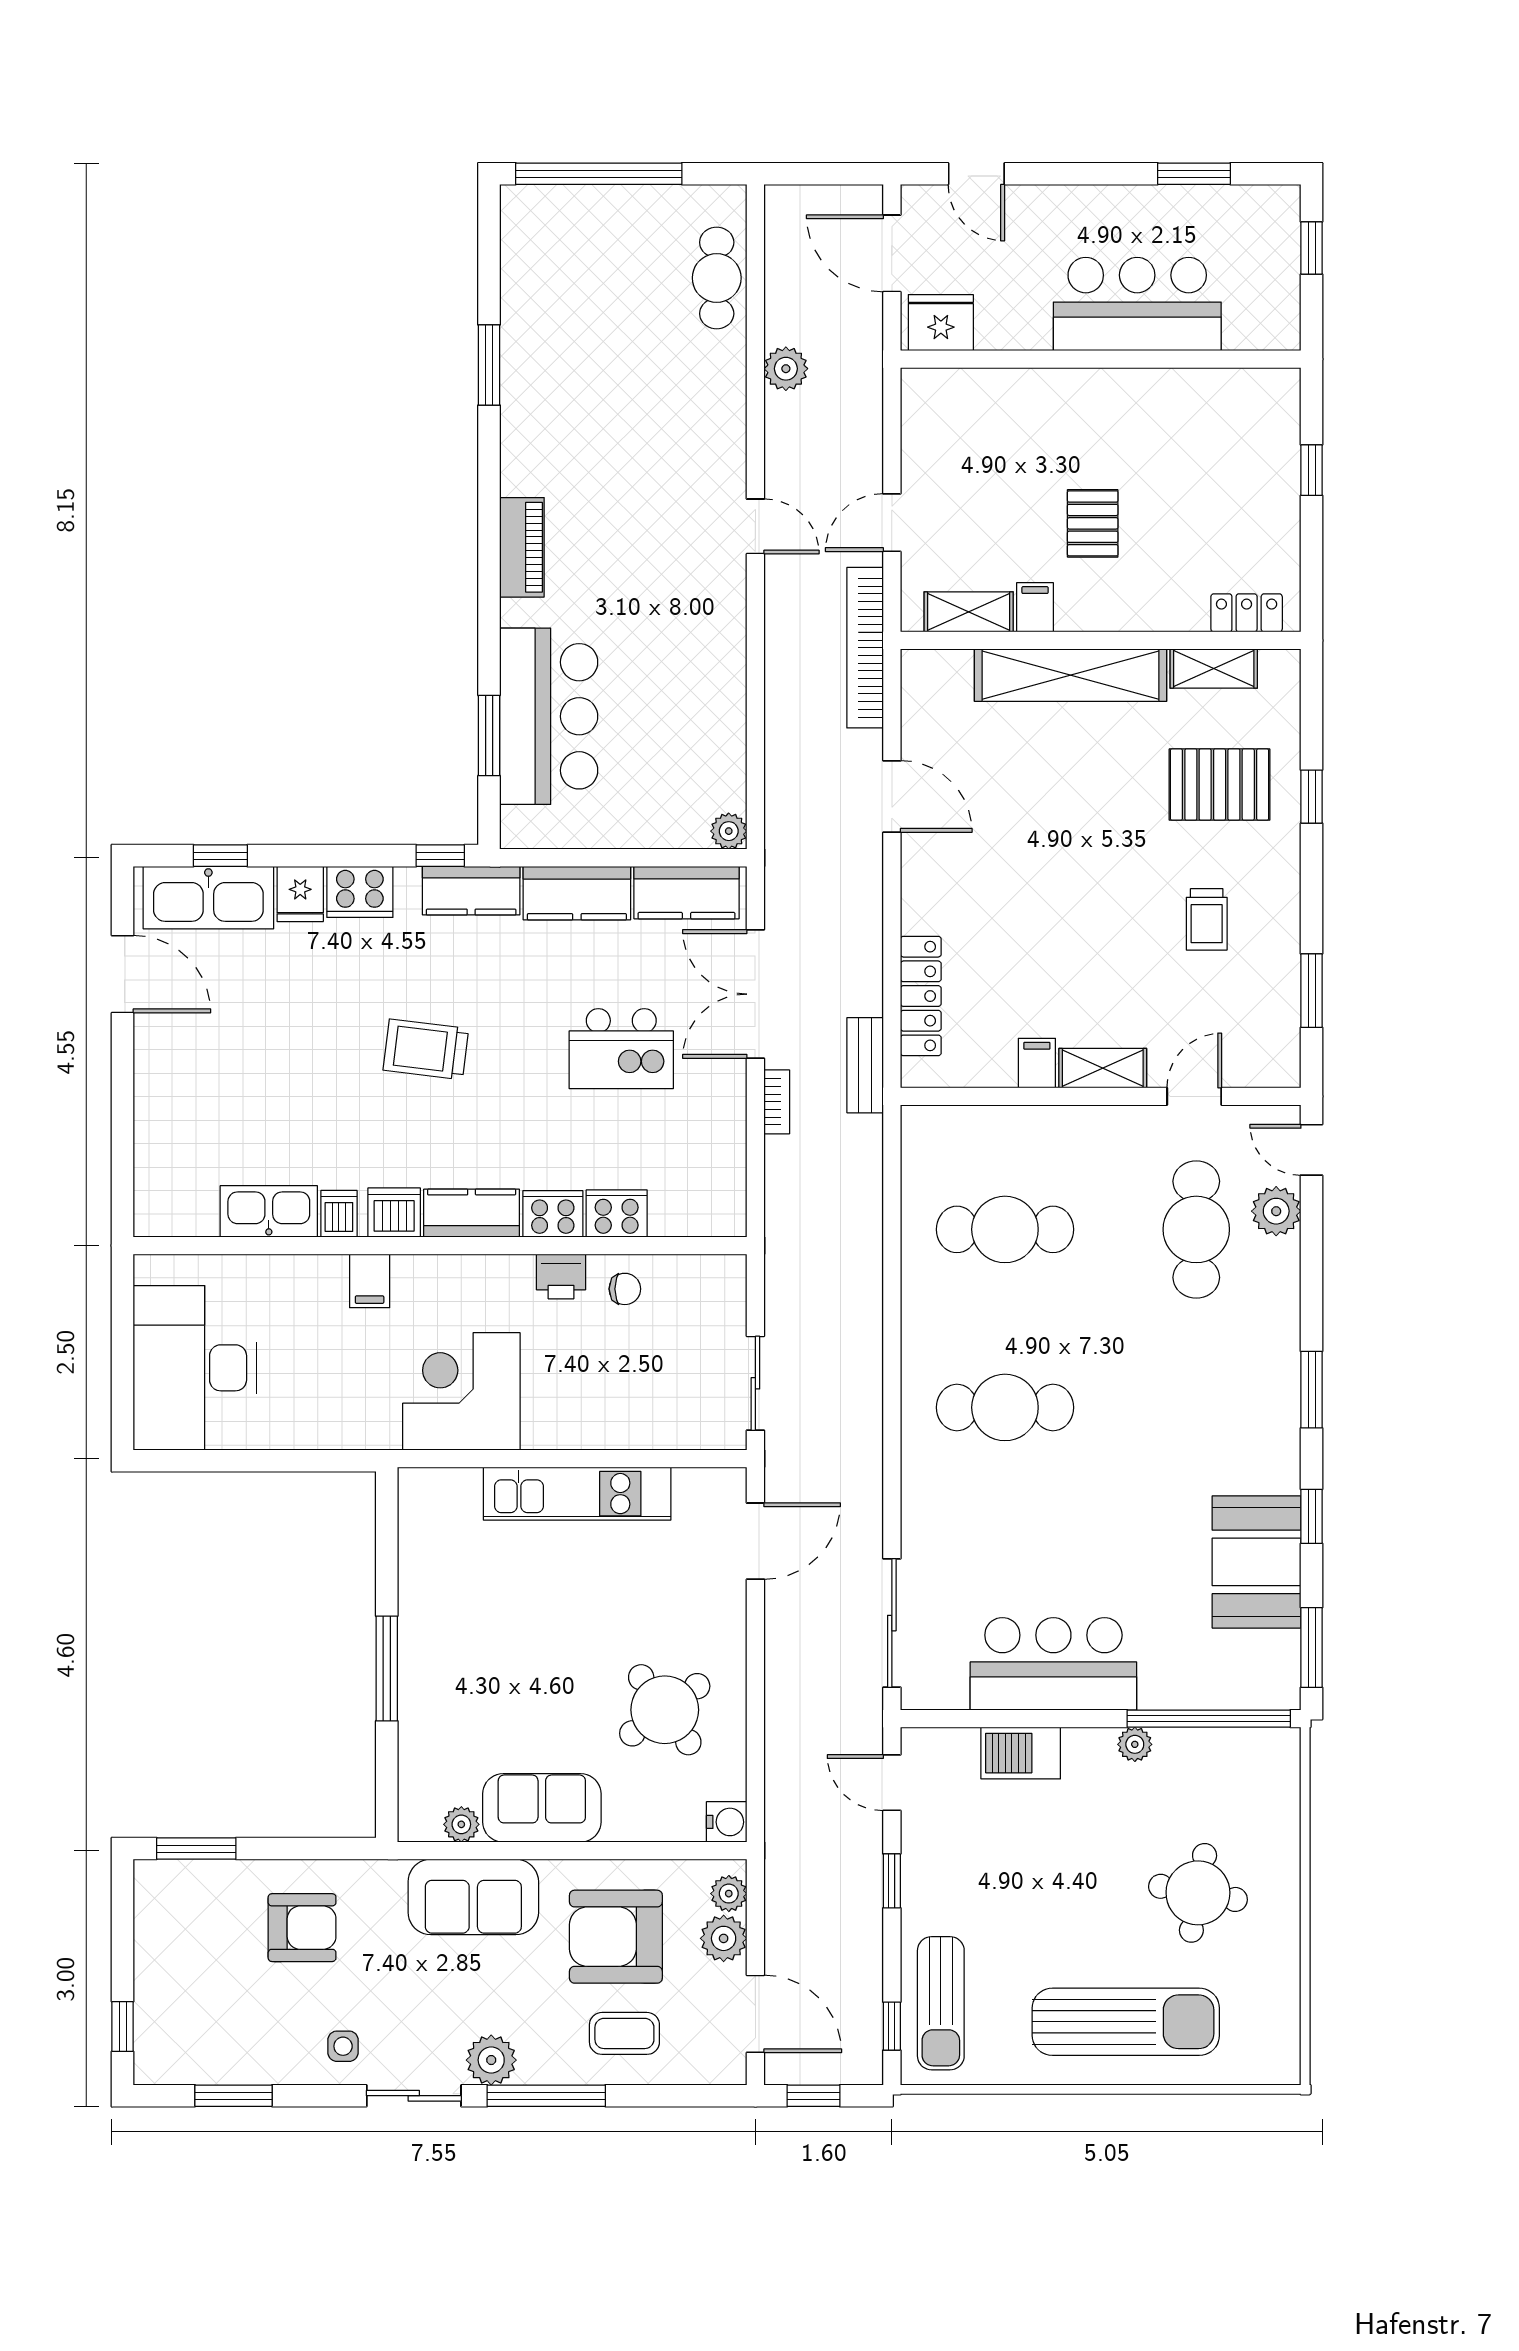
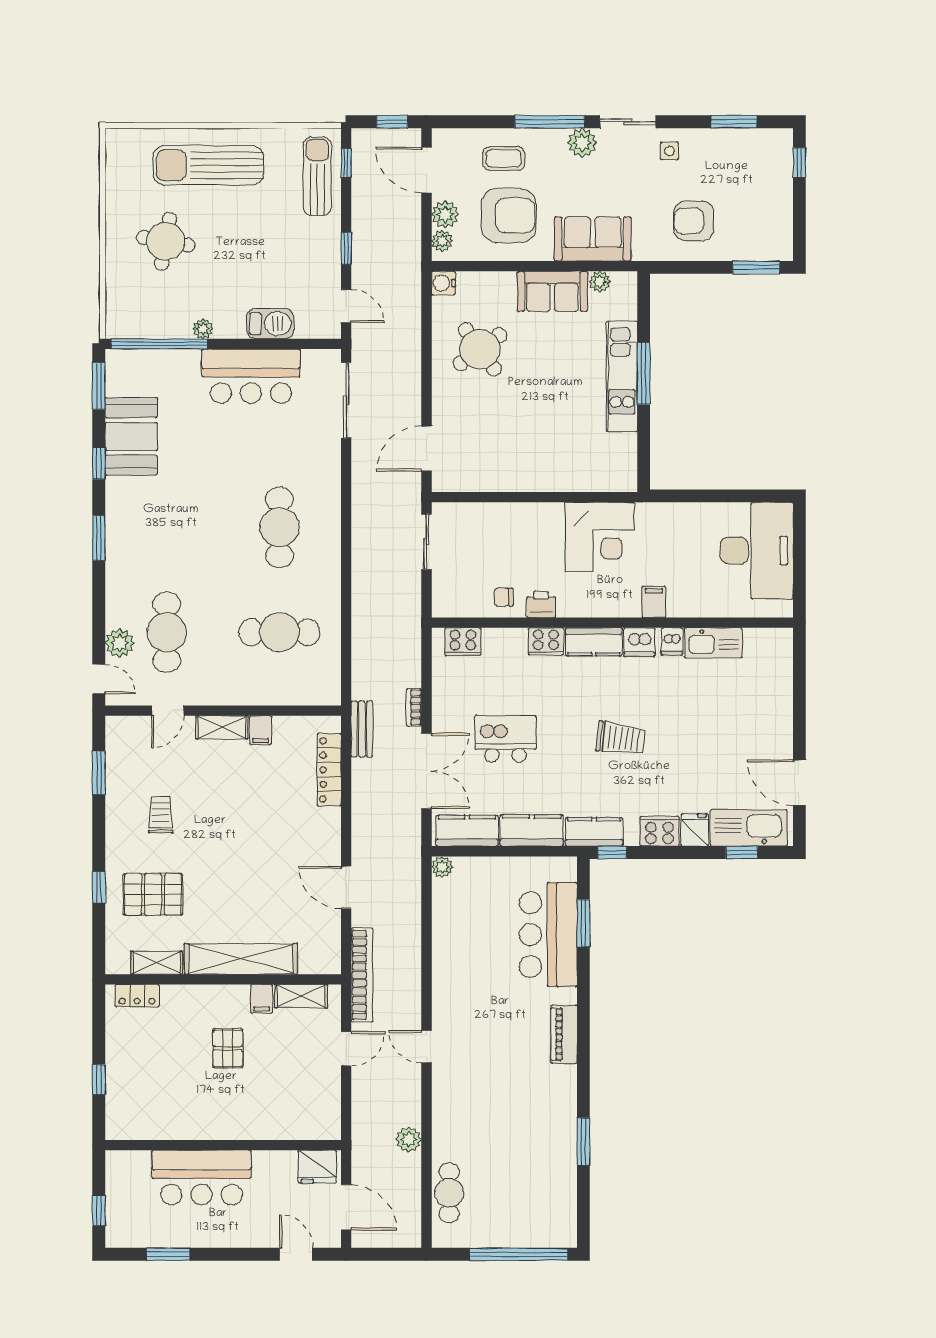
cooker: (617, 1213) -> (463, 642), moved
cafe table: (1005, 1407) -> (279, 527), turned 90
kitchen unit: (577, 1494) -> (622, 376), moved, turned -90

